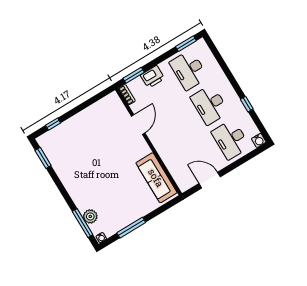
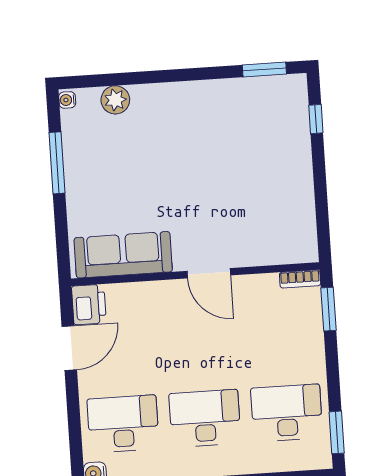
printer: (153, 77) -> (89, 305), moved, turned 180
door: (138, 124) -> (209, 273), moved
window: (83, 223) -> (111, 80), removed

